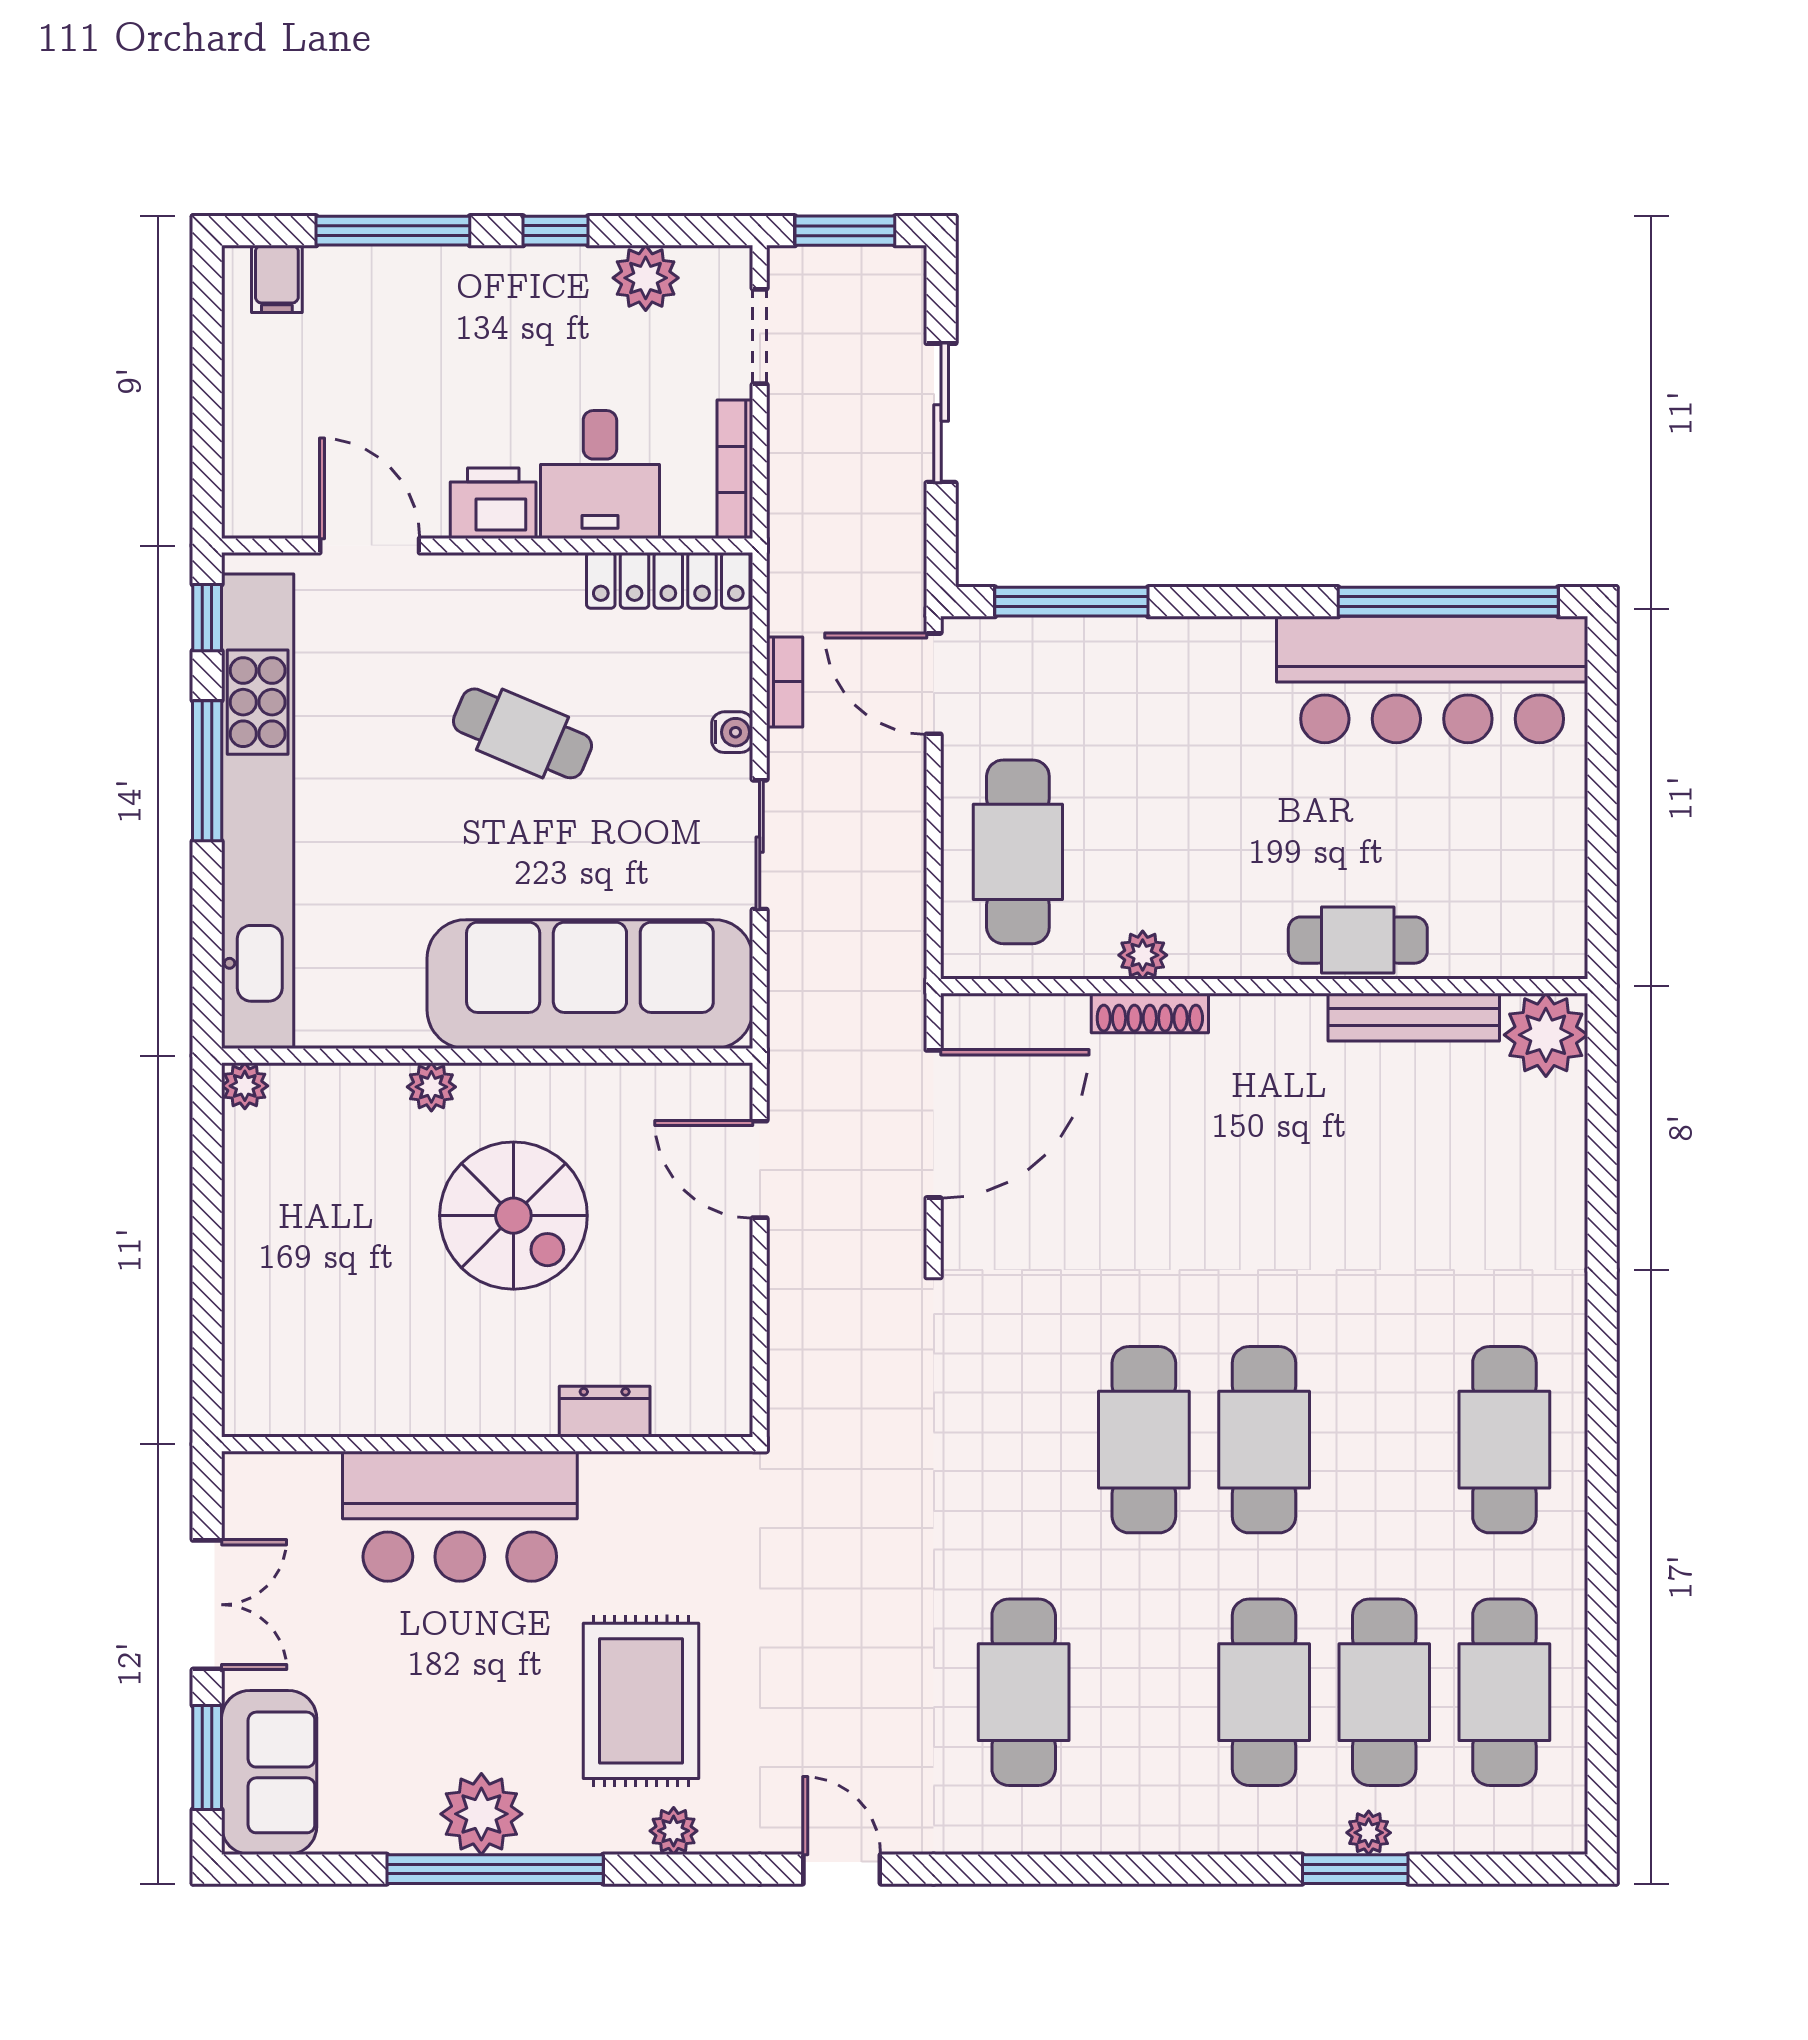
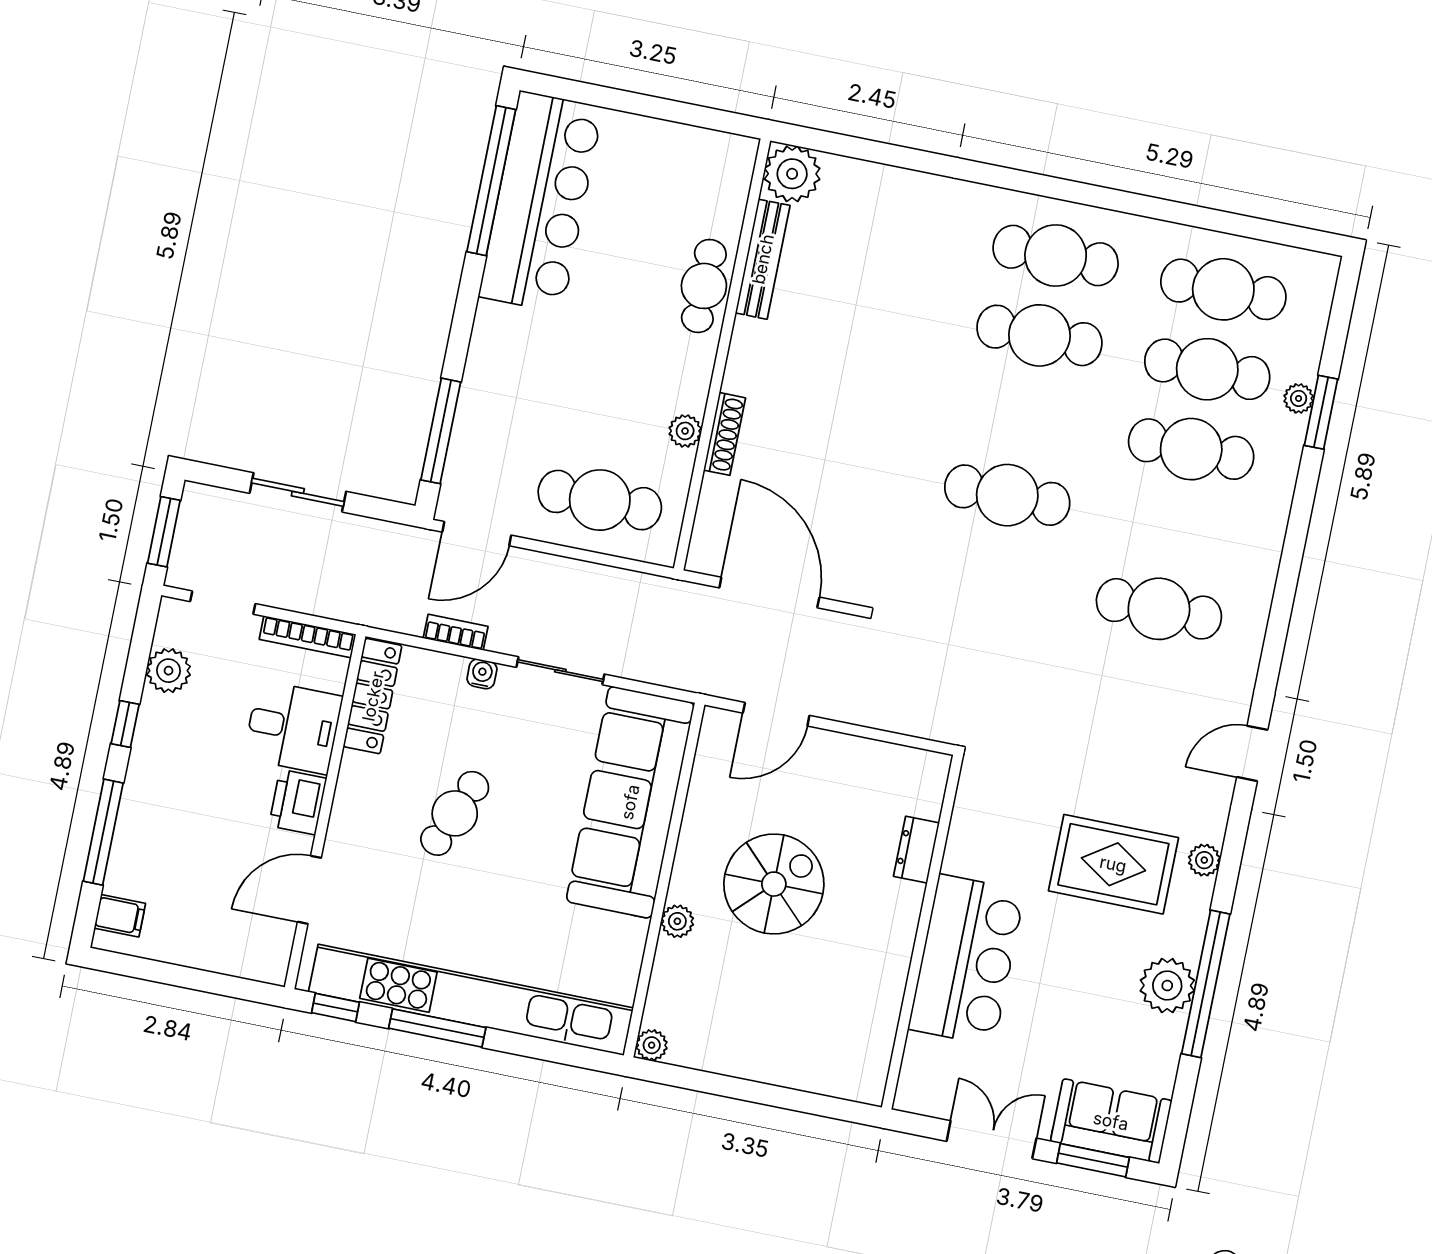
cafe table: (1264, 1440) -> (1039, 335), moved

